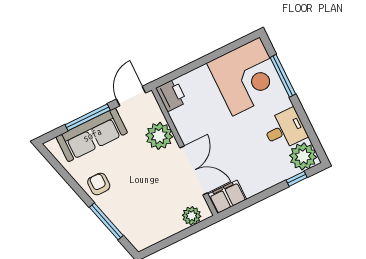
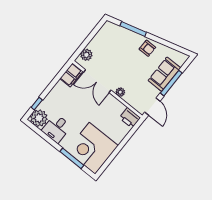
sofa: (92, 135) -> (164, 74), width x0.73
plant: (159, 136) -> (120, 92), width x0.53, depth x0.53

